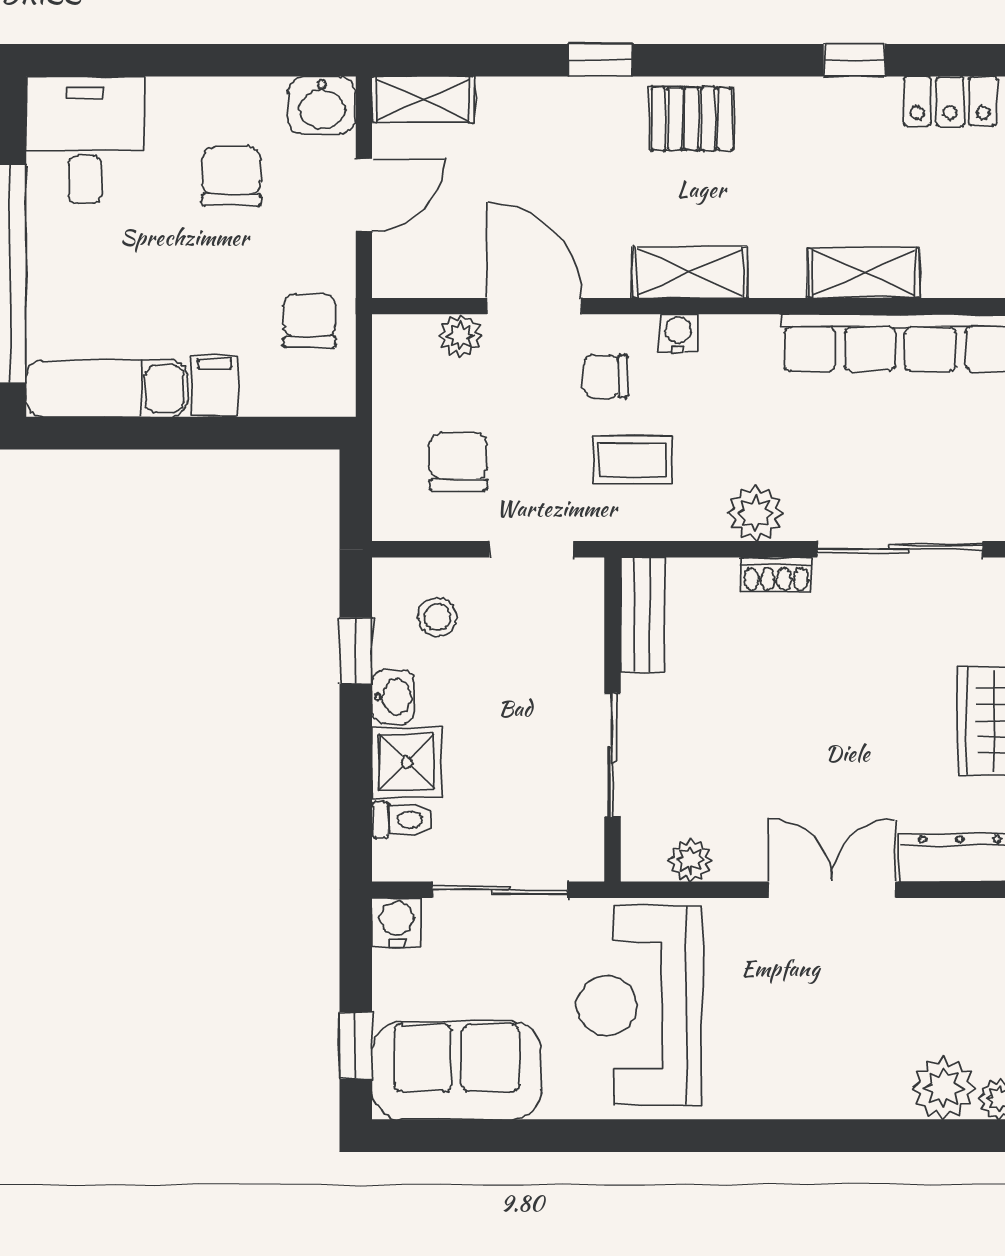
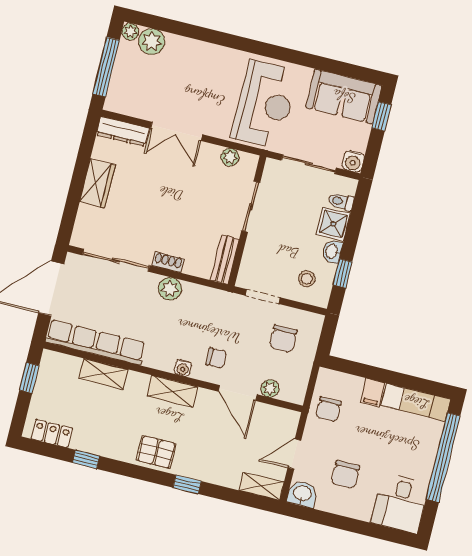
coffee table: (633, 460) -> (213, 322), removed

